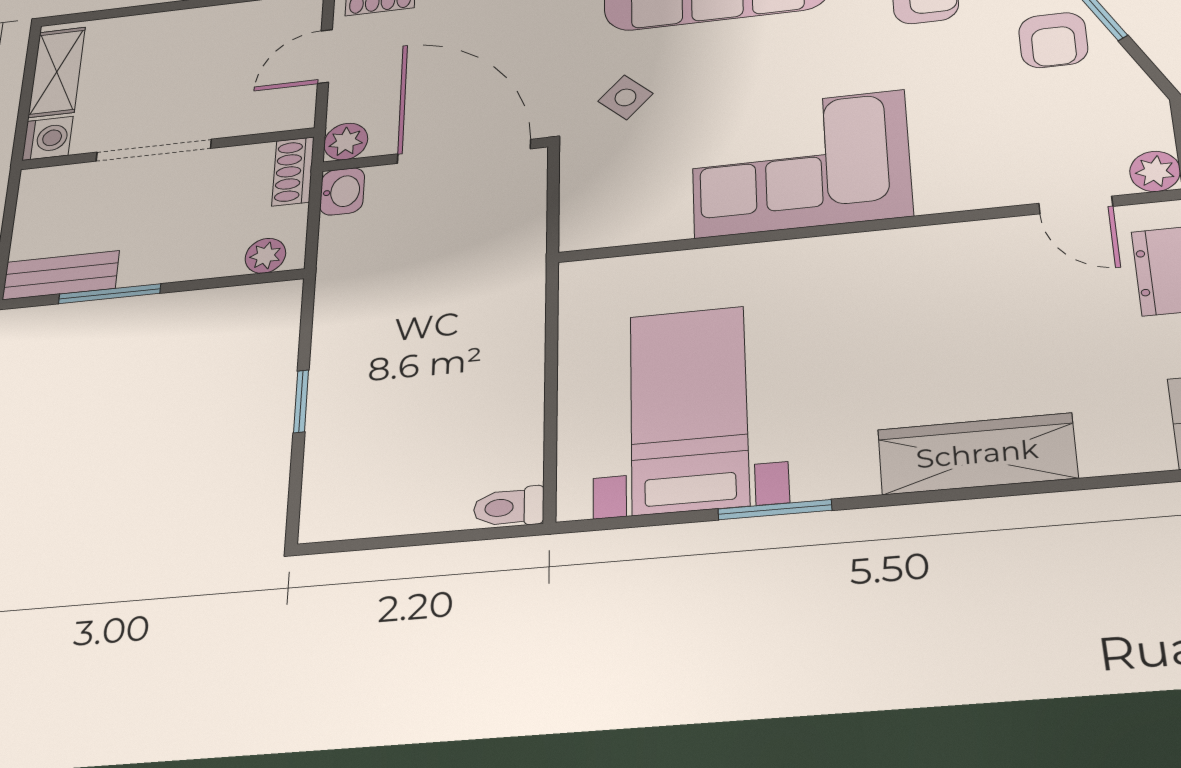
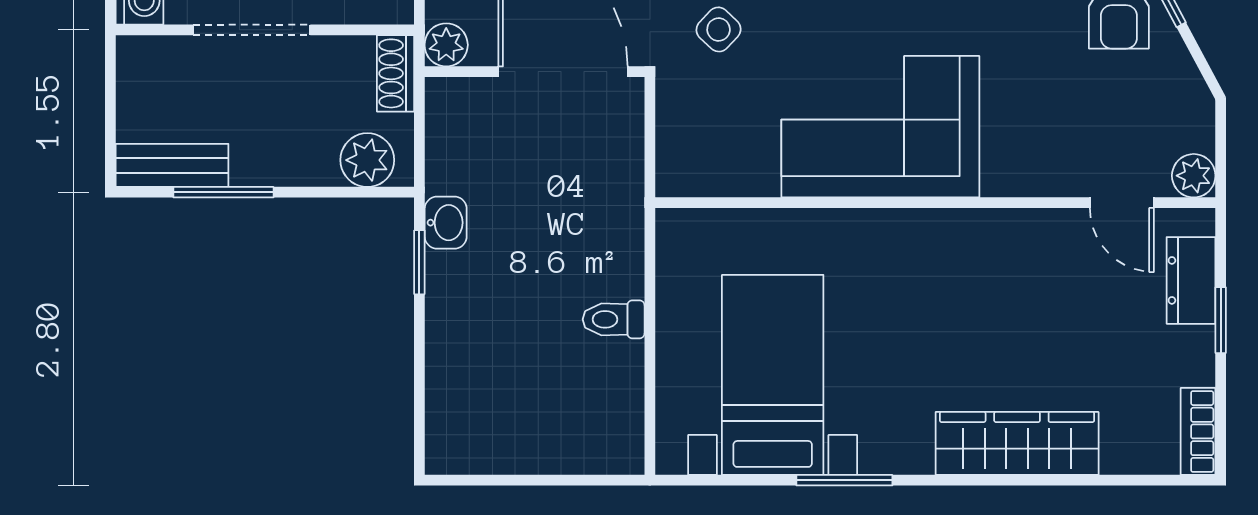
washbasin: (342, 191) -> (446, 223), moved
plant: (265, 256) -> (367, 160), width x1.38, depth x1.38
window: (301, 401) -> (419, 262), moved
toilet: (509, 507) -> (614, 319), moved

